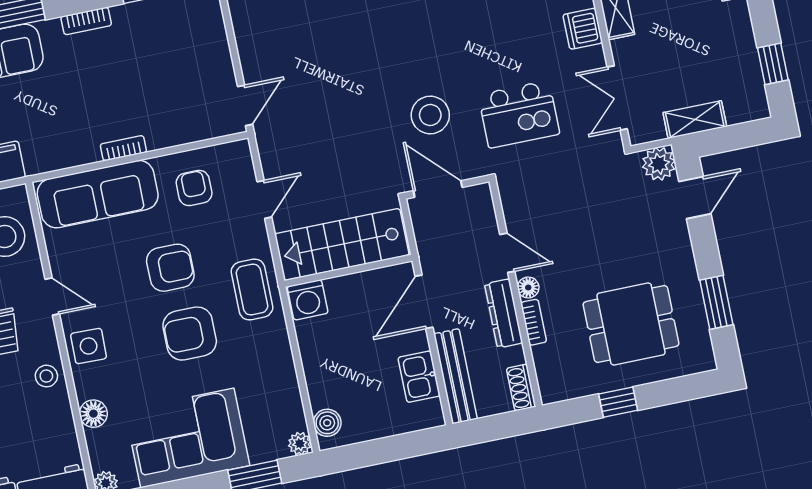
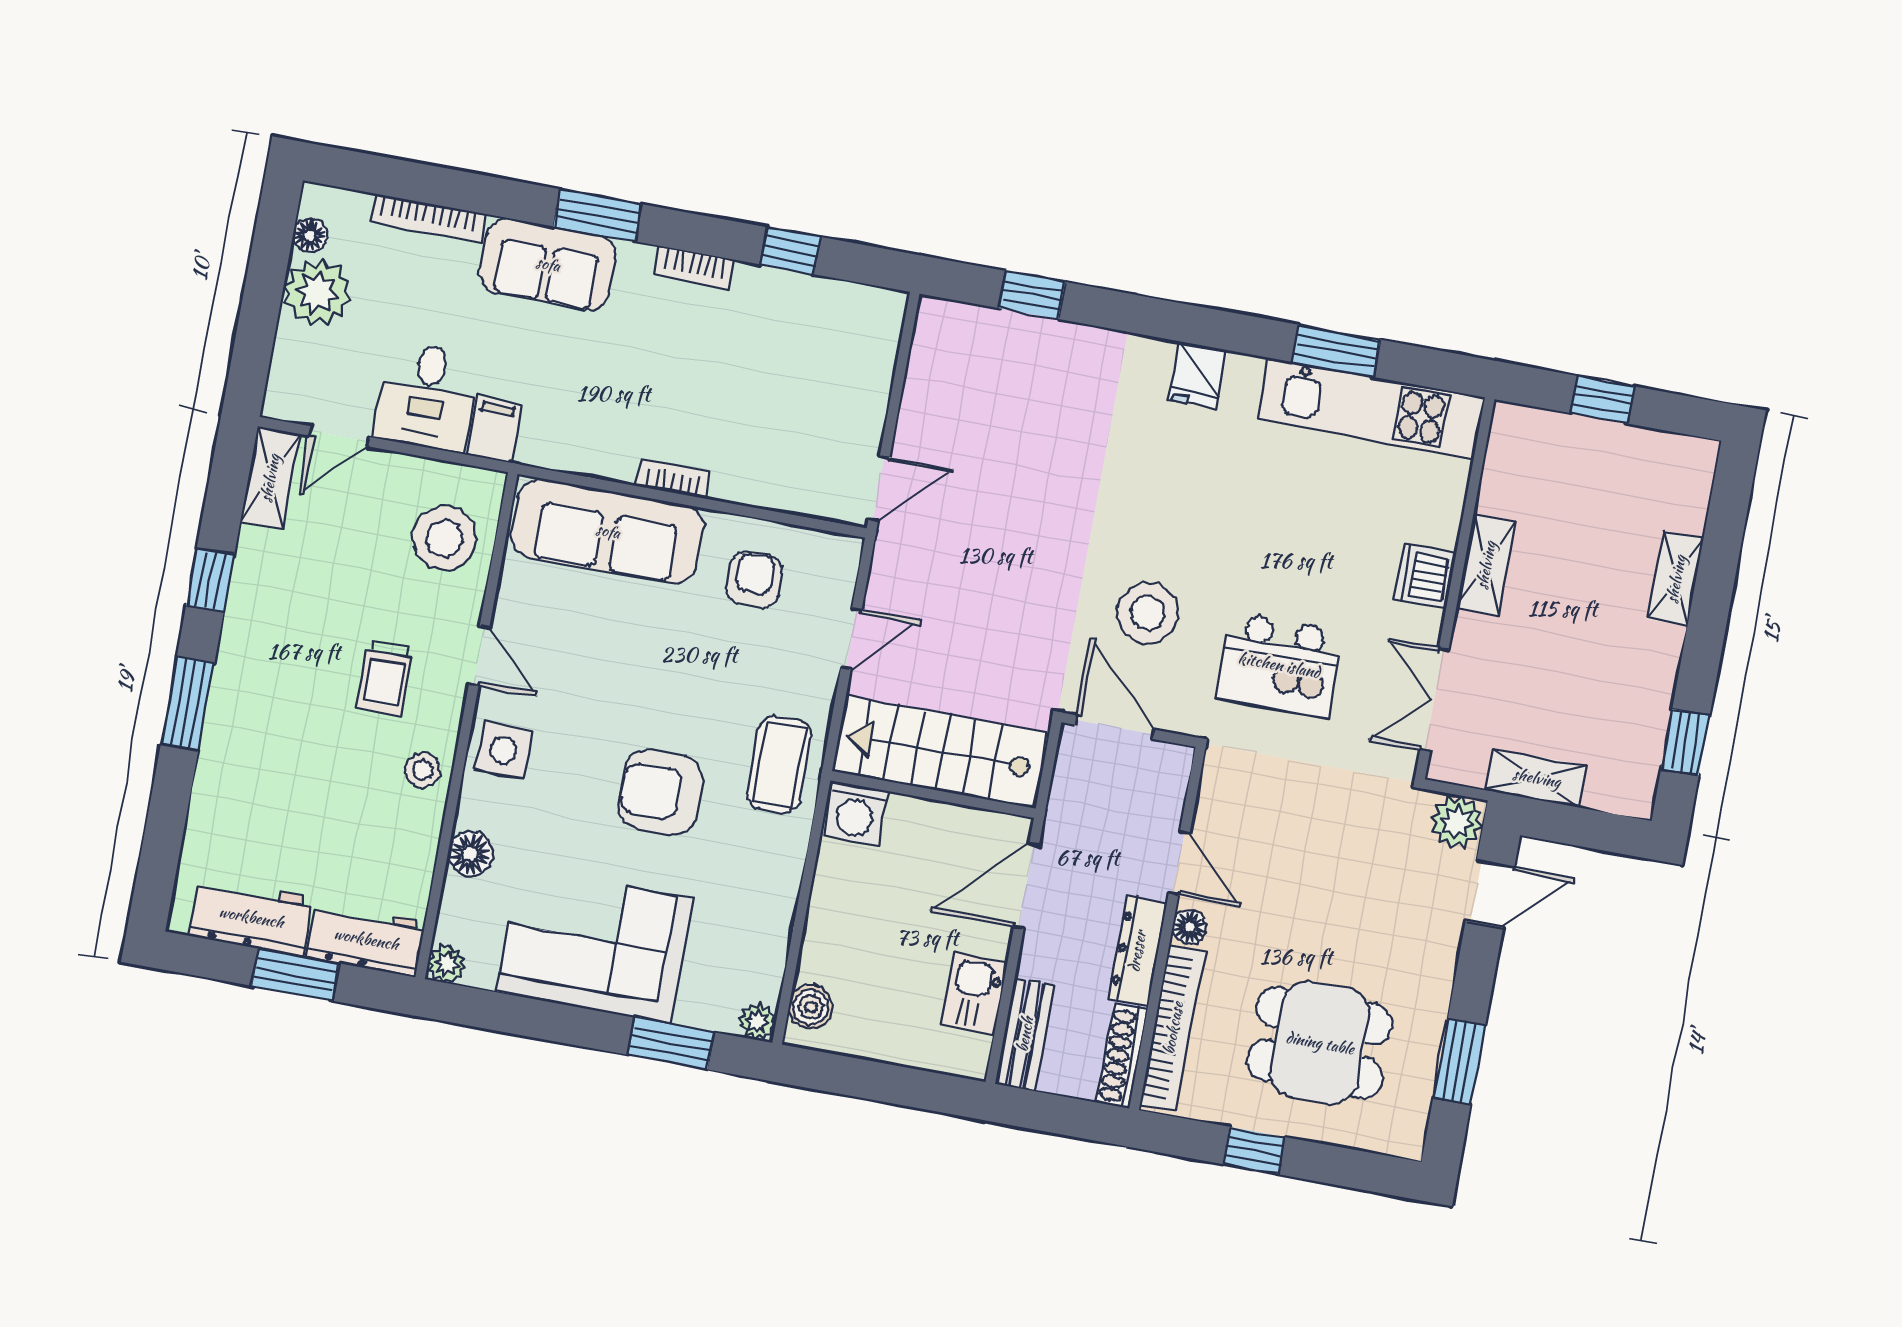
armchair: (170, 268) -> (671, 683), removed
bookcase: (534, 322) -> (1173, 1028), width x2.31, depth x1.31
bench: (455, 376) -> (1025, 1034), width x0.73
shoe rack: (521, 388) -> (1122, 1056), width x1.43

